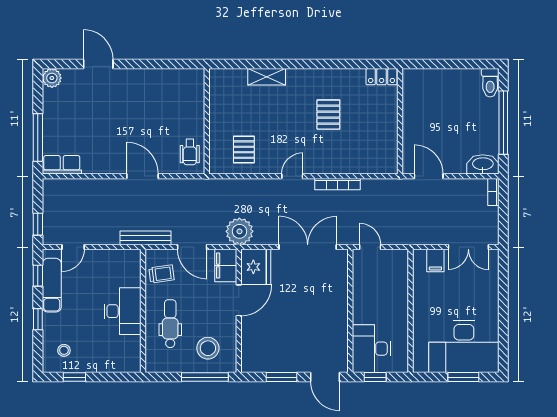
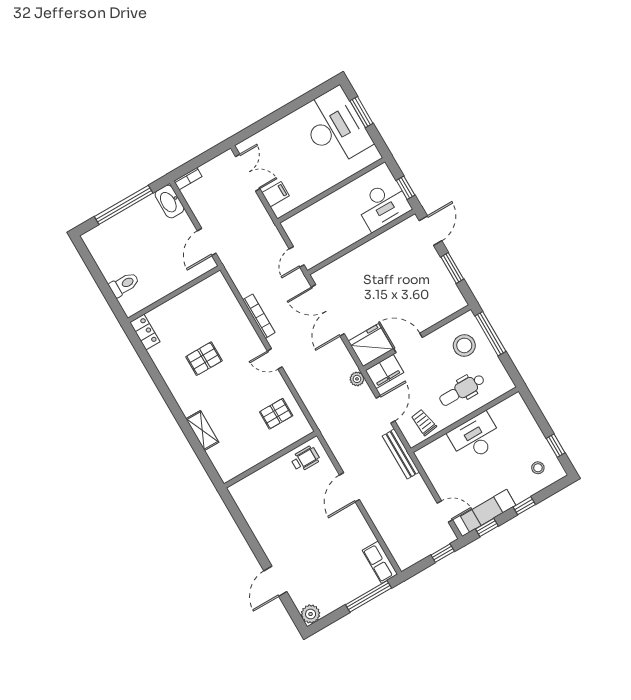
toilet: (490, 83) -> (124, 284), moved
plant: (239, 231) -> (357, 379), width x0.53, depth x0.53

